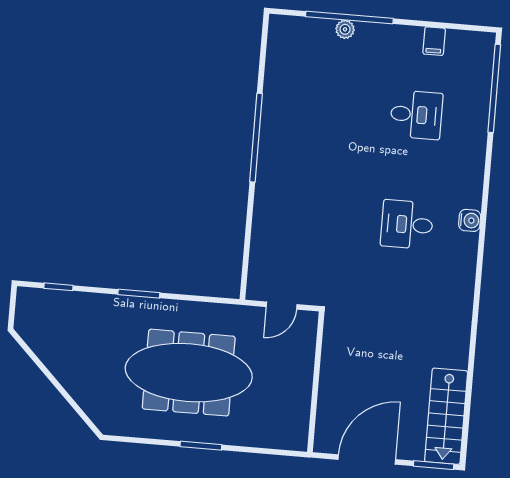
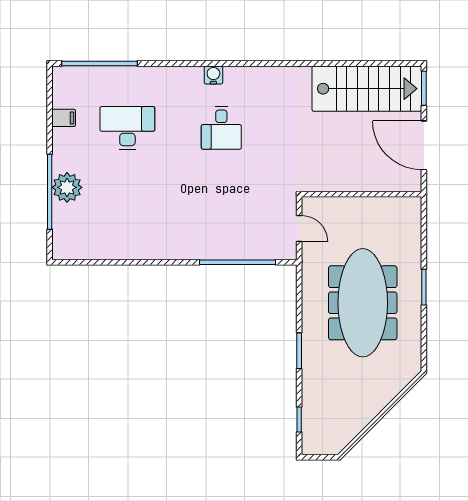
plant: (345, 29) -> (67, 187), width x1.88, depth x1.88
desk: (416, 115) -> (127, 128), width x1.37
window: (256, 138) -> (237, 262), moved
stairs: (446, 416) -> (367, 89), width x1.36, depth x1.51

